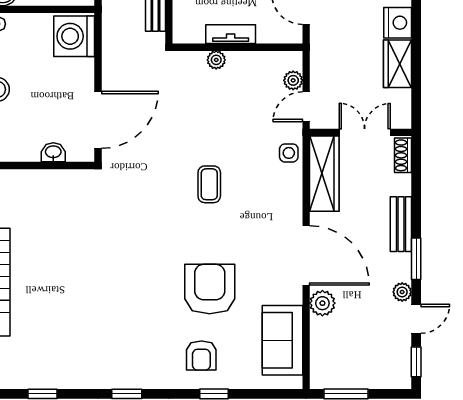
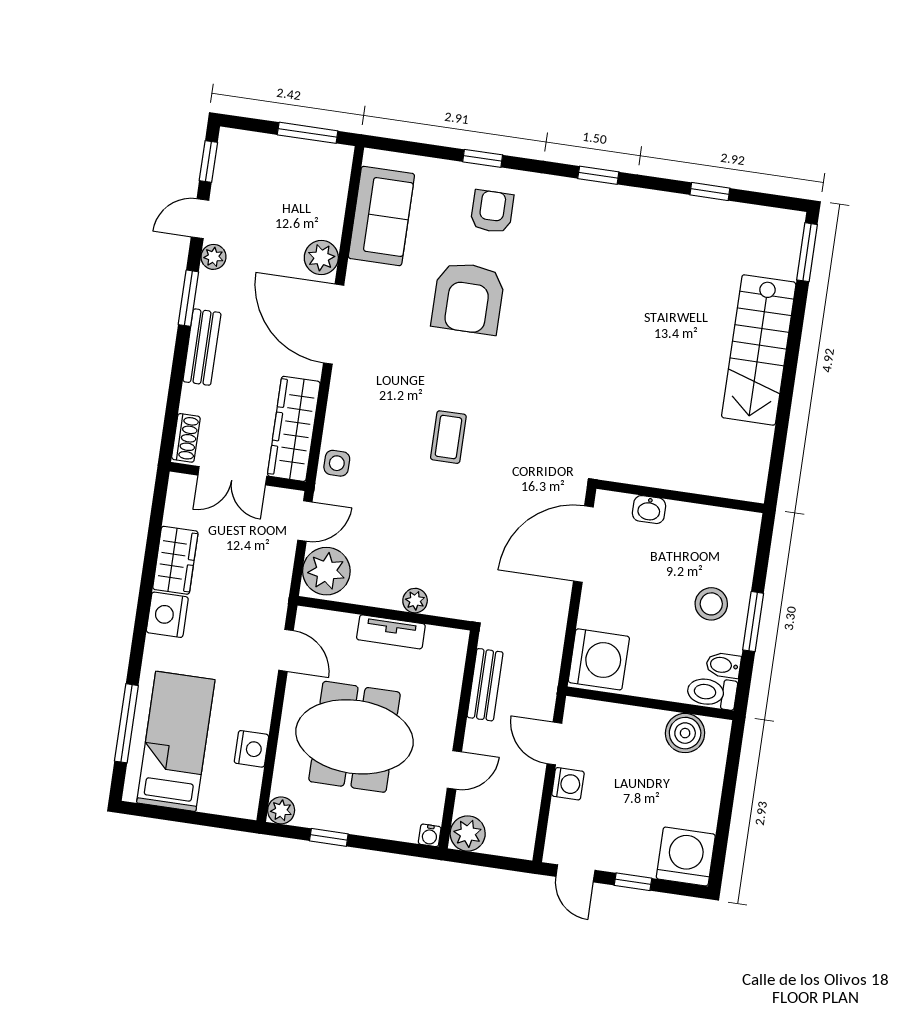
plant: (293, 80) -> (326, 571), width x1.87, depth x1.87

